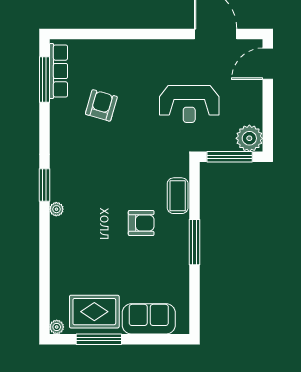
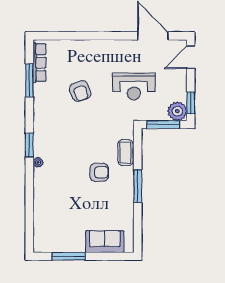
window: (44, 80) -> (29, 80), moved
armchair: (101, 105) -> (80, 91), moved, turned 144
window: (268, 127) -> (191, 103), added
rug: (94, 312) -> (65, 236), removed
plant: (57, 327) -> (38, 247), removed

